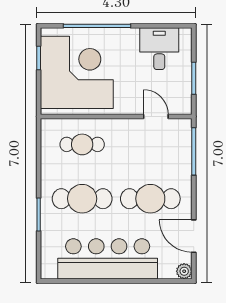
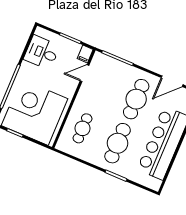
filing cabinet: (181, 107) -> (85, 54), added

